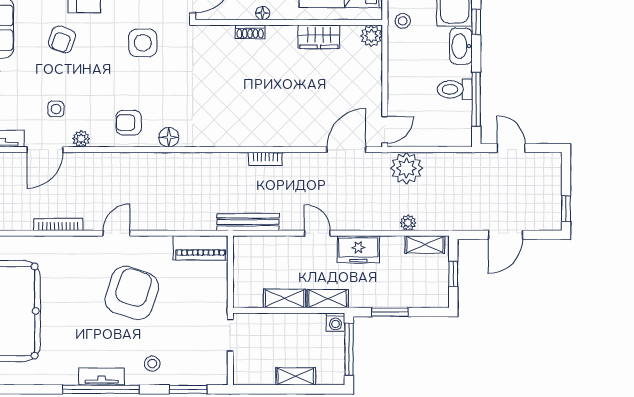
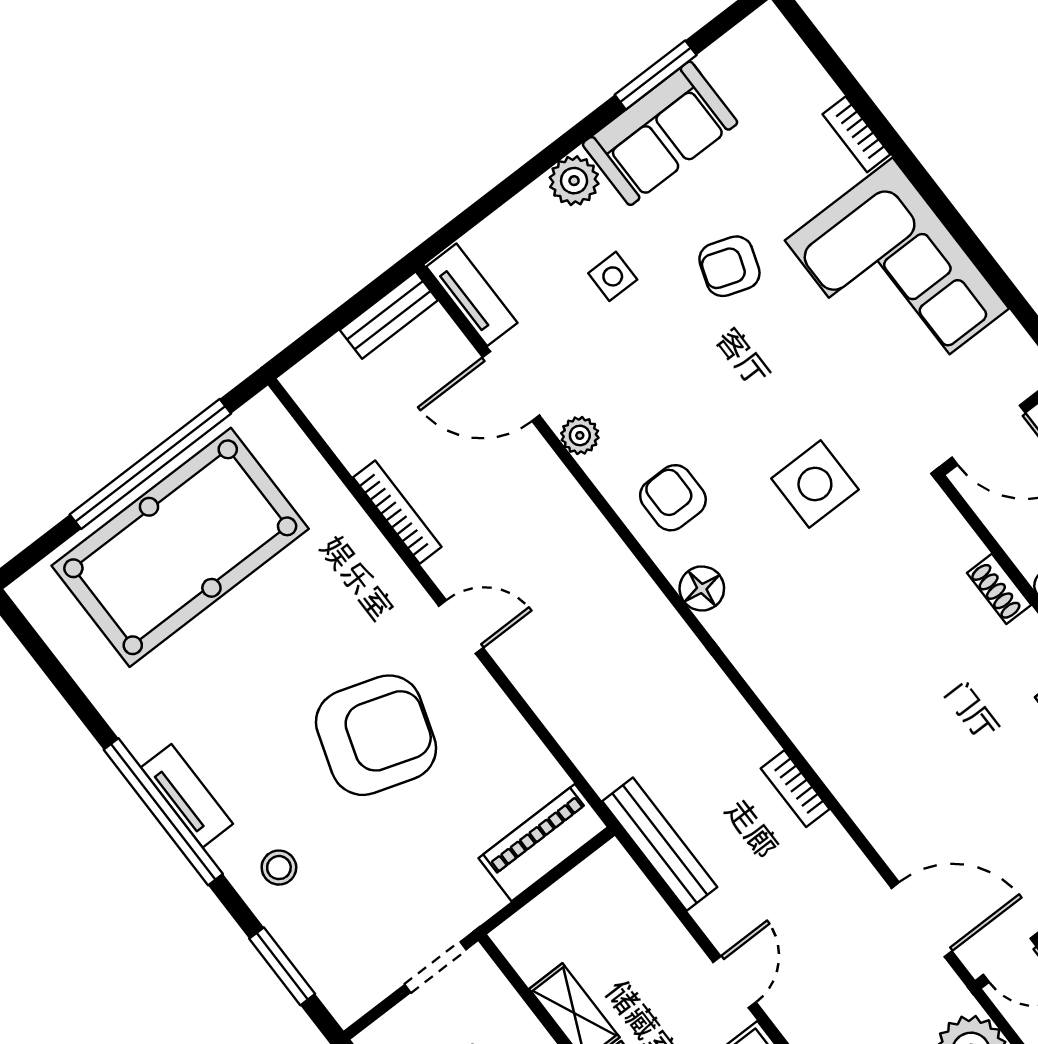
side table: (143, 43) -> (815, 484), moved
side table: (56, 109) -> (613, 276), moved
piano: (201, 248) -> (543, 843), moved, turned 90

